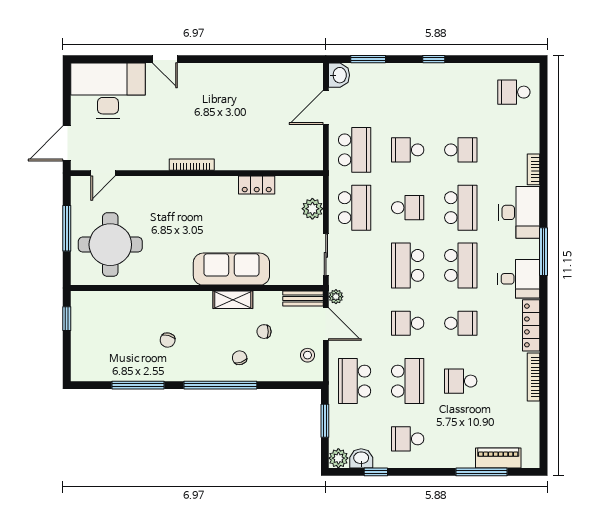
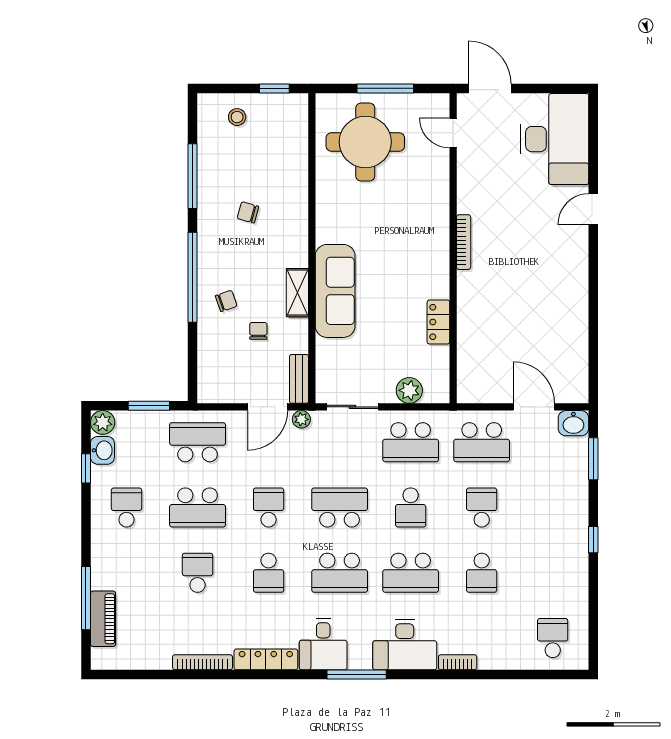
stool: (308, 355) -> (237, 117), moved

